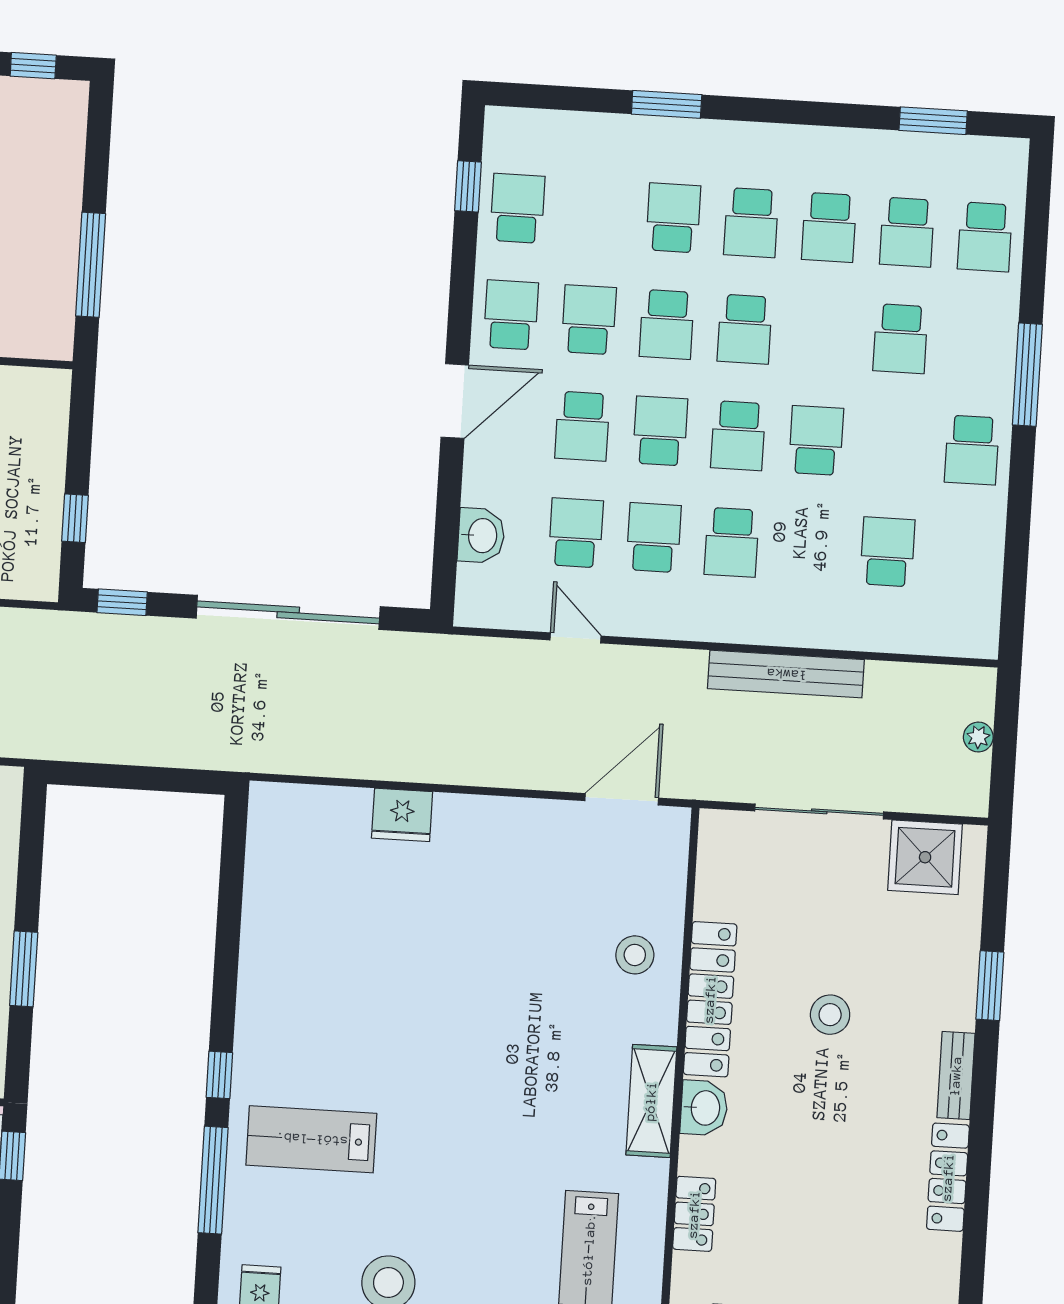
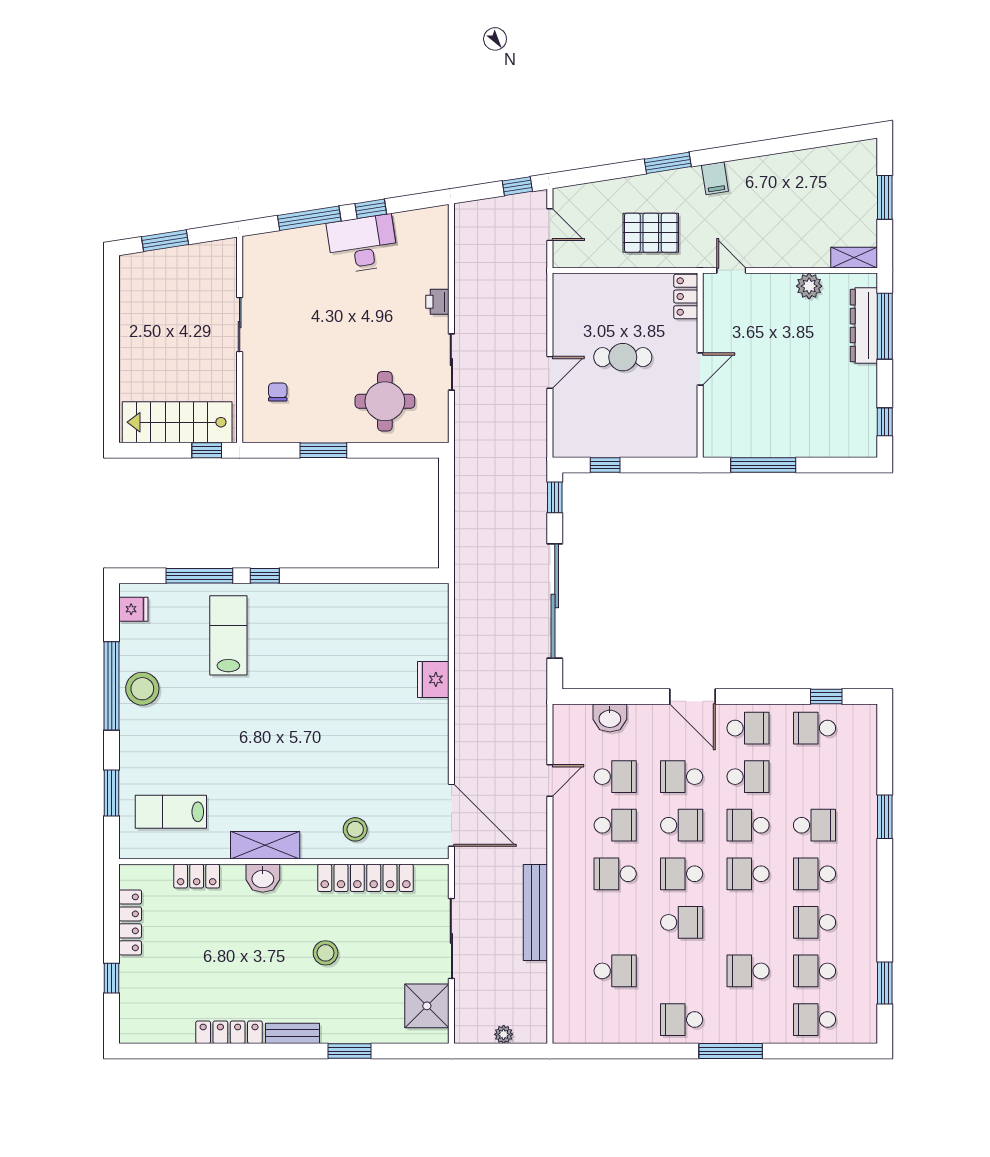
school desk: (517, 208) -> (814, 728), turned 180
door: (622, 799) -> (451, 815), width x1.36
locker: (710, 999) -> (366, 878), moved

